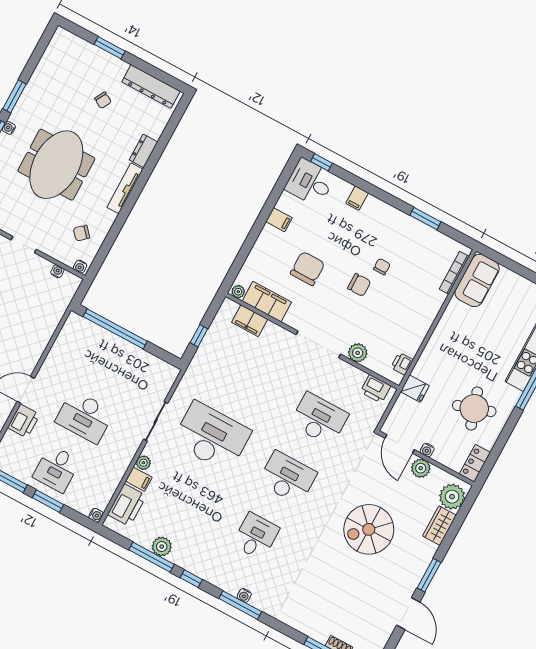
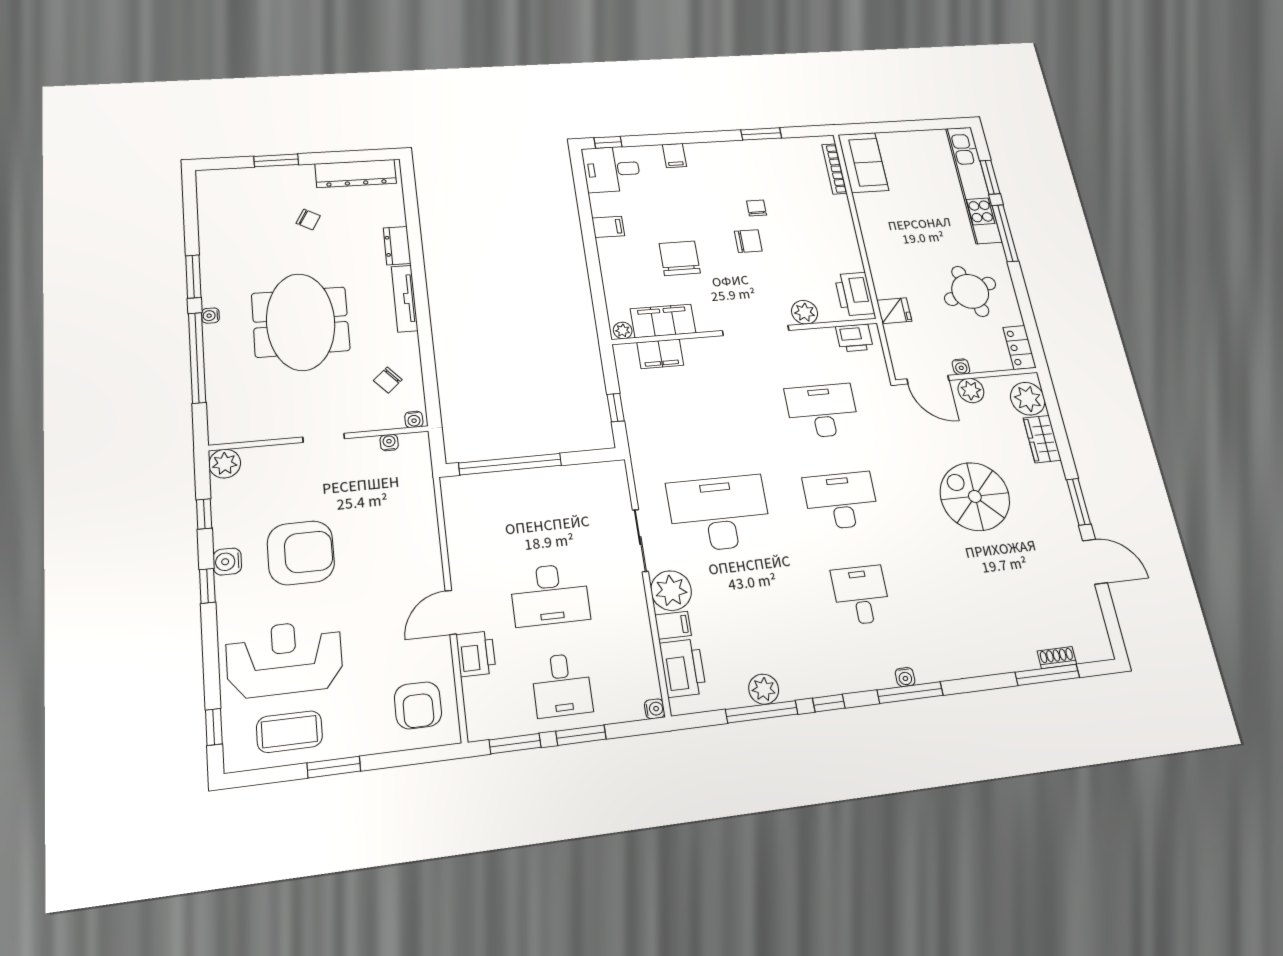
printer: (402, 364) -> (854, 294), width x1.87, depth x1.48
plant: (143, 463) -> (671, 591), width x1.88, depth x1.88
spiral stairs: (369, 529) -> (975, 496), turned 90

